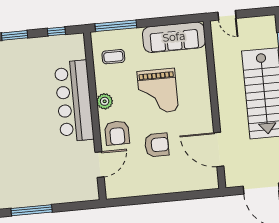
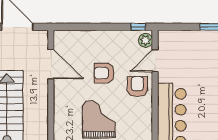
plant: (105, 101) -> (146, 40), moved
window: (122, 202) -> (138, 27), added

